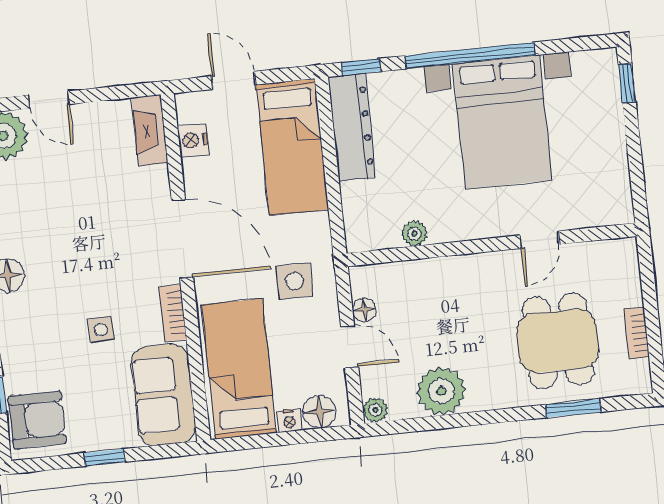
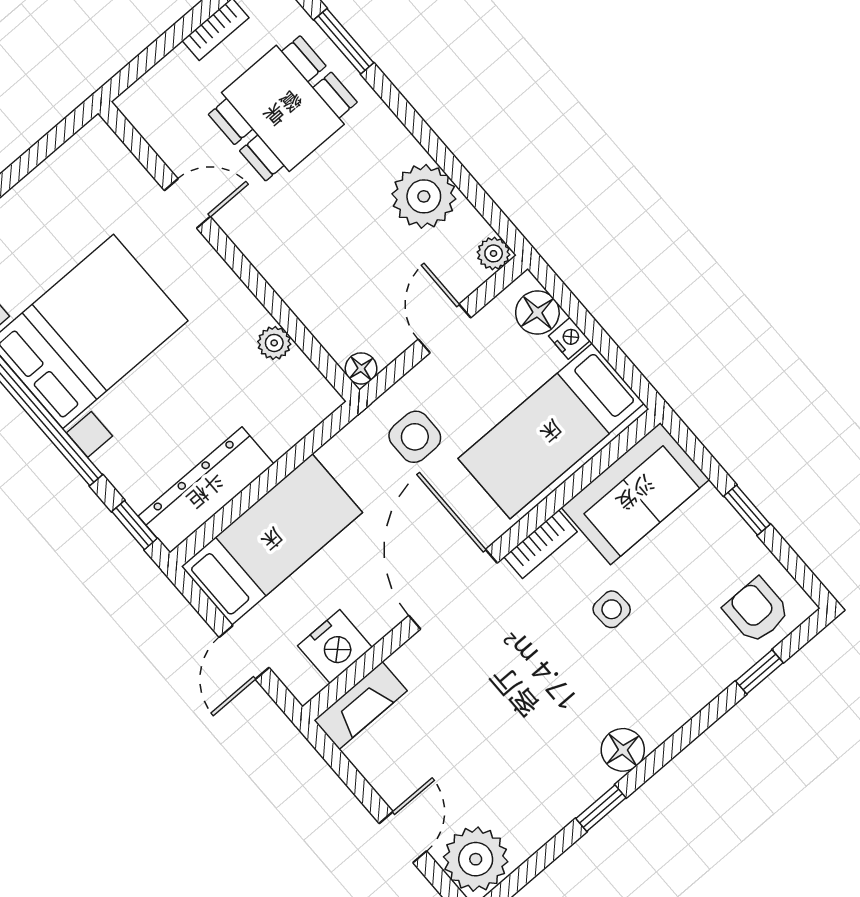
nightstand: (193, 140) -> (335, 647), width x1.36, depth x1.33
floor lamp: (364, 310) -> (361, 368), moved
armchair: (37, 420) -> (757, 611), width x0.72, depth x0.72

